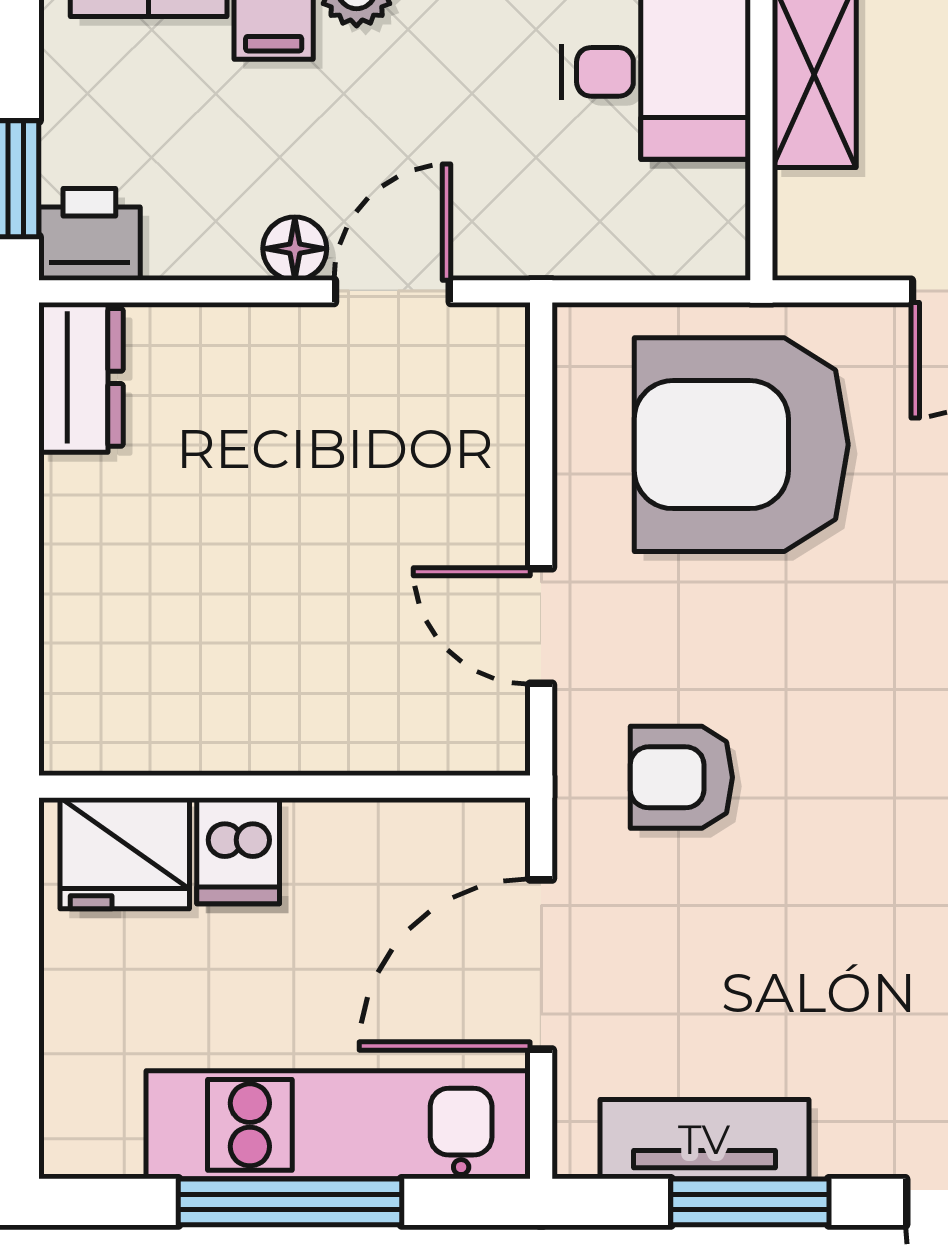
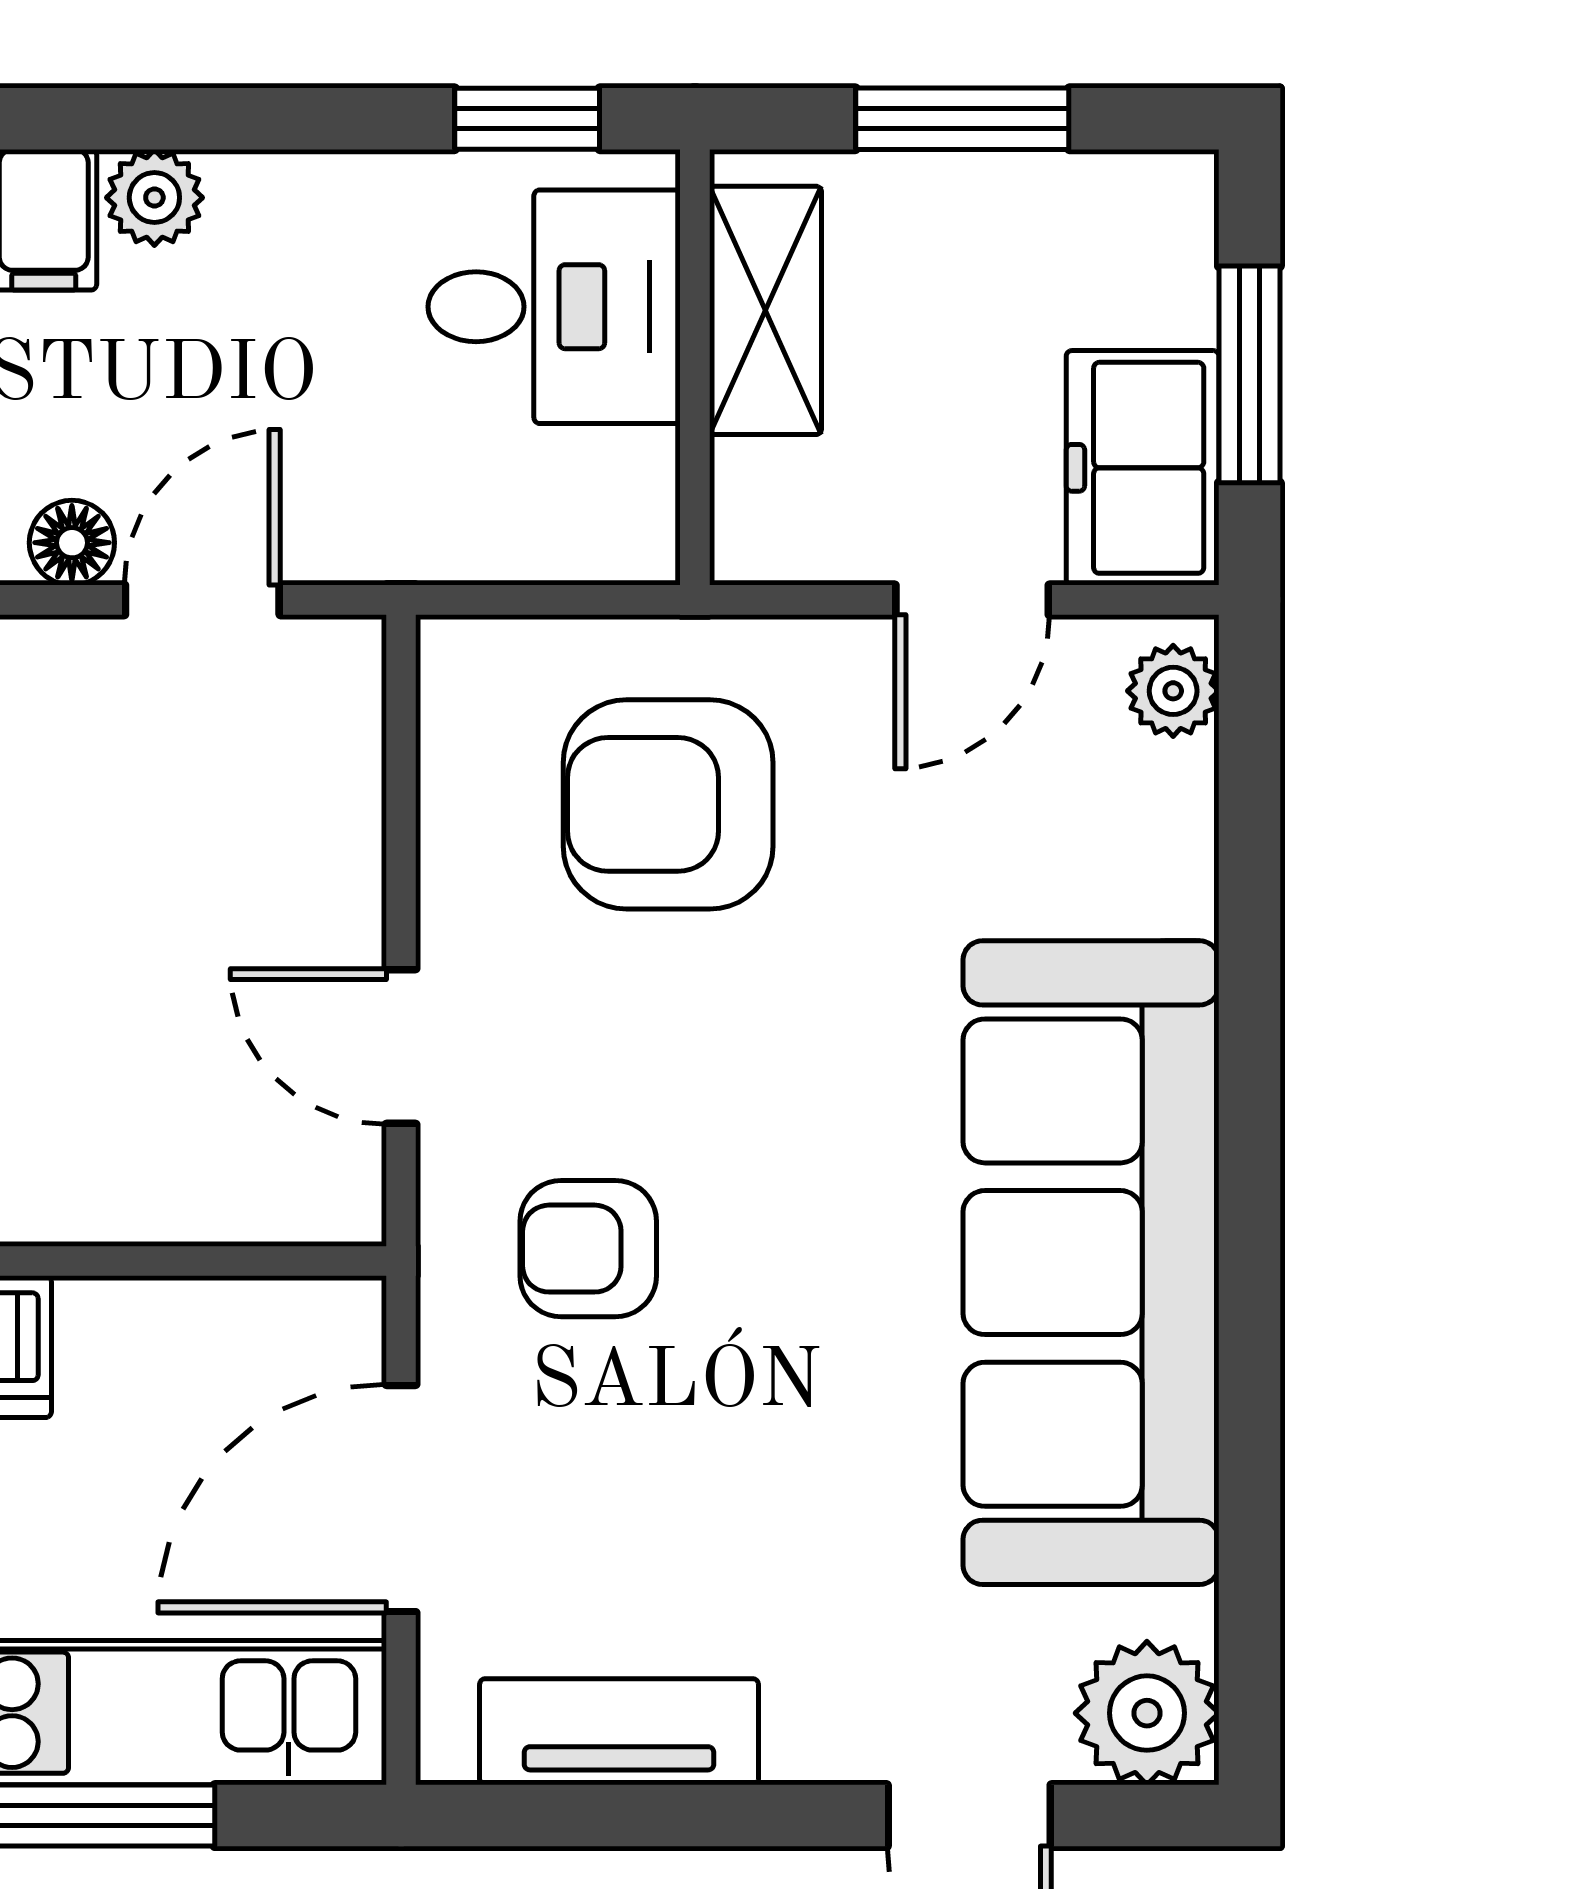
armchair: (741, 445) -> (668, 804), width x0.73, depth x0.73
window: (750, 1202) -> (680, 1816), removed

